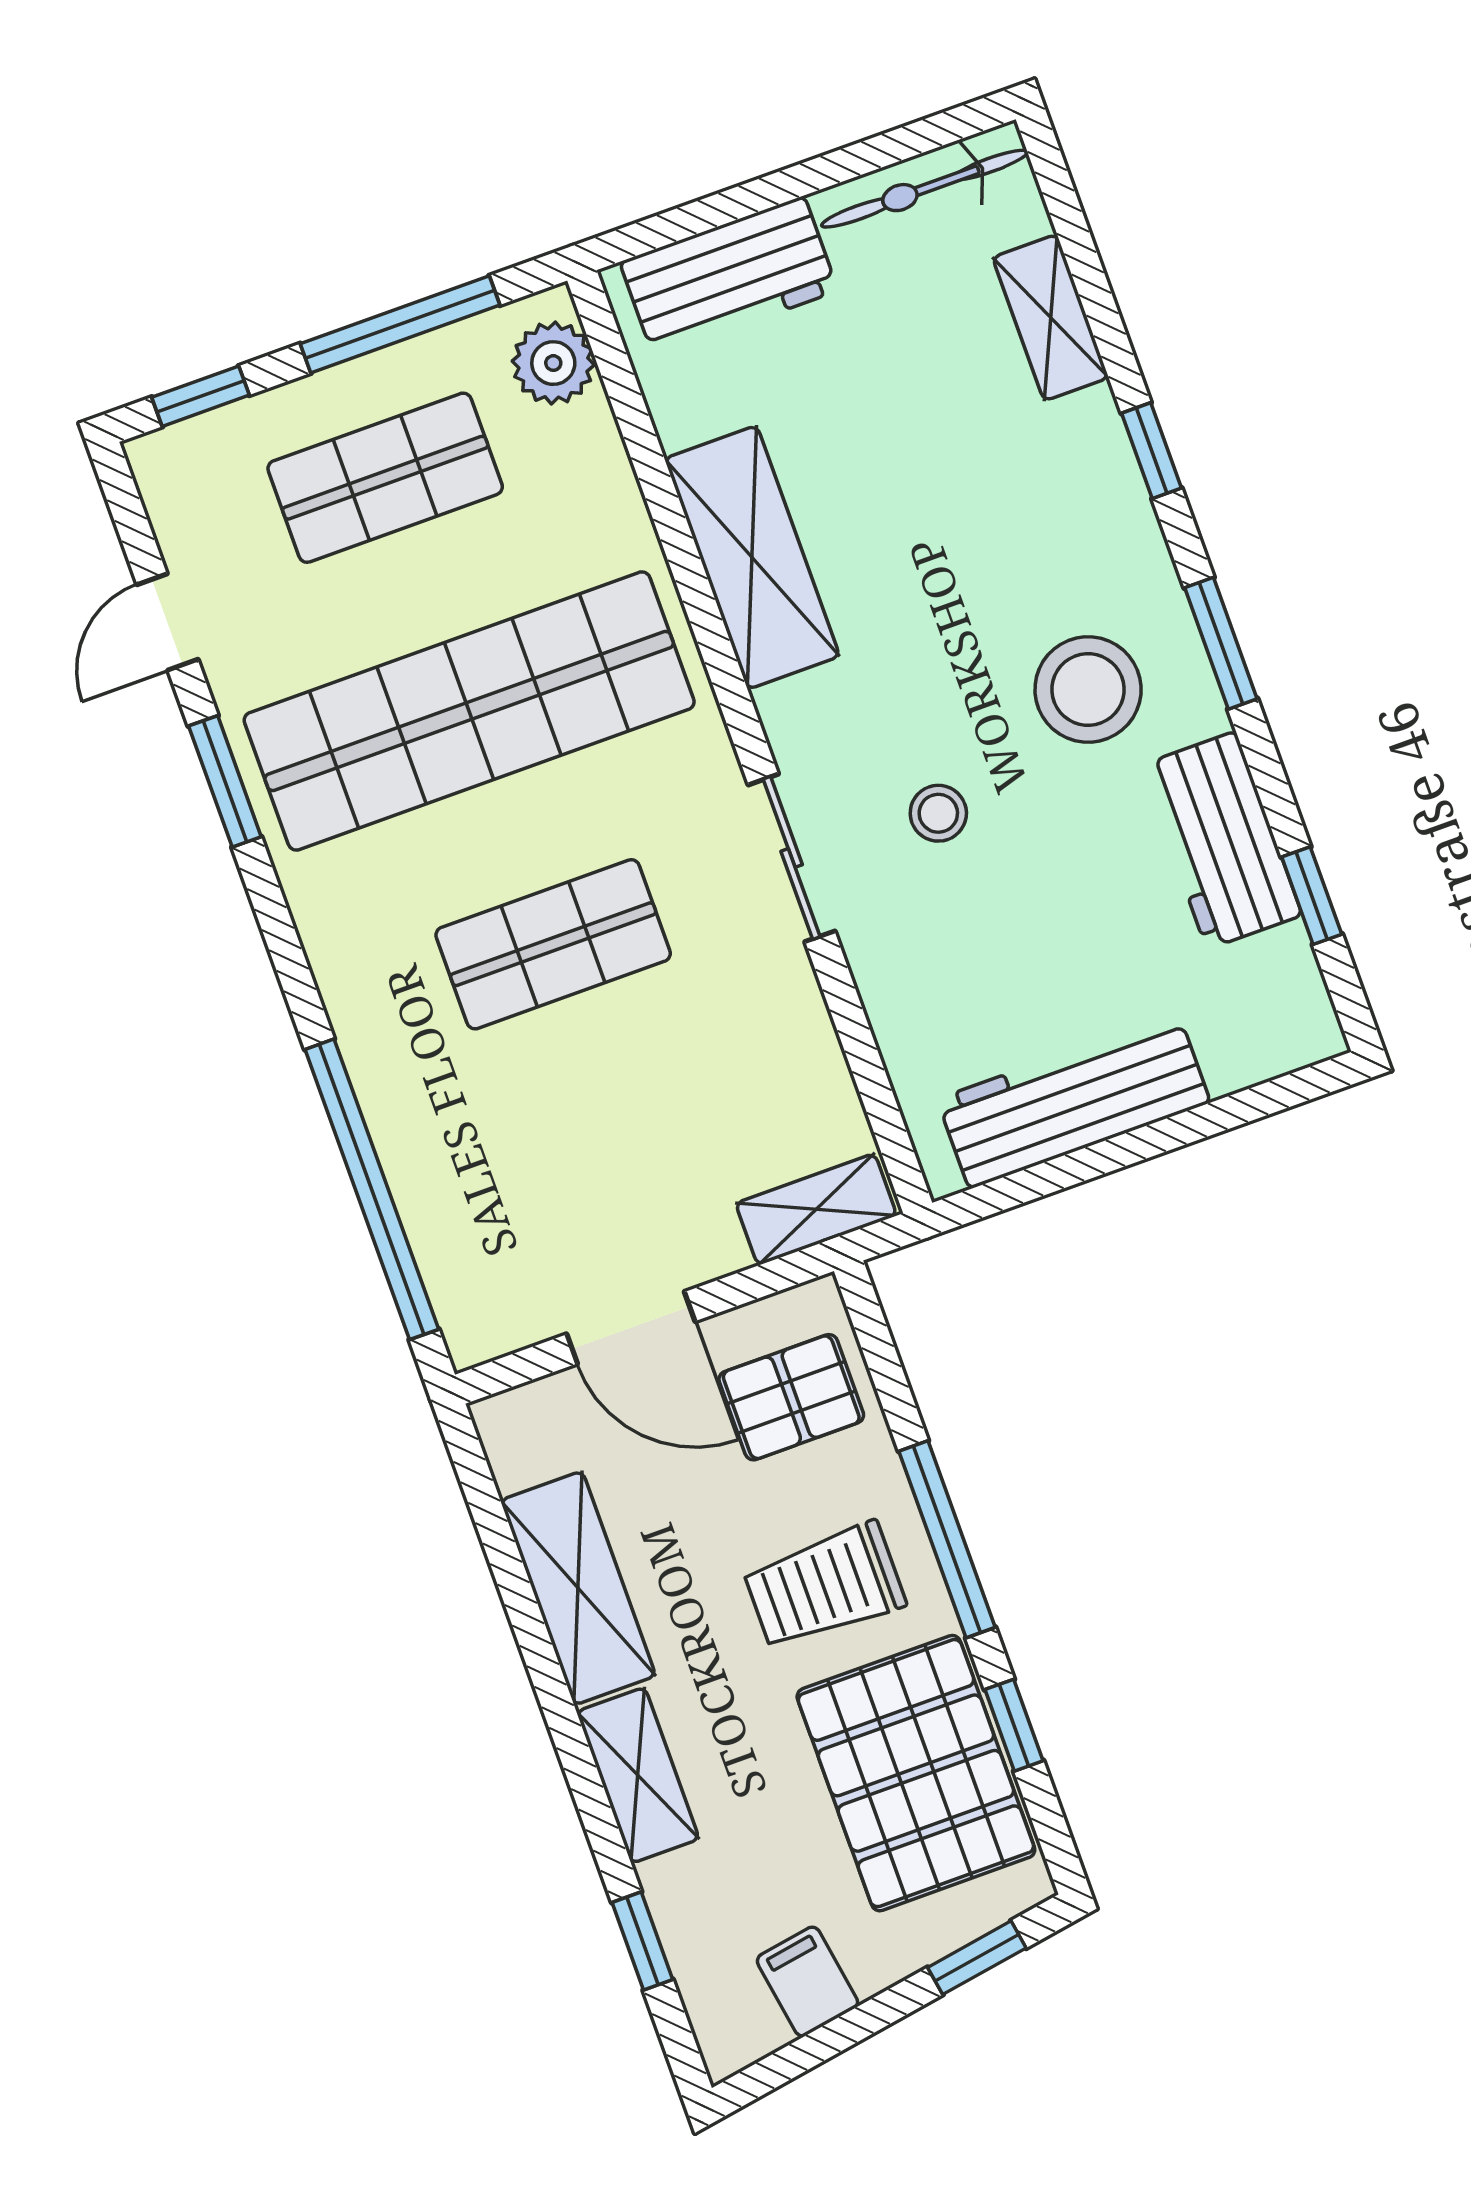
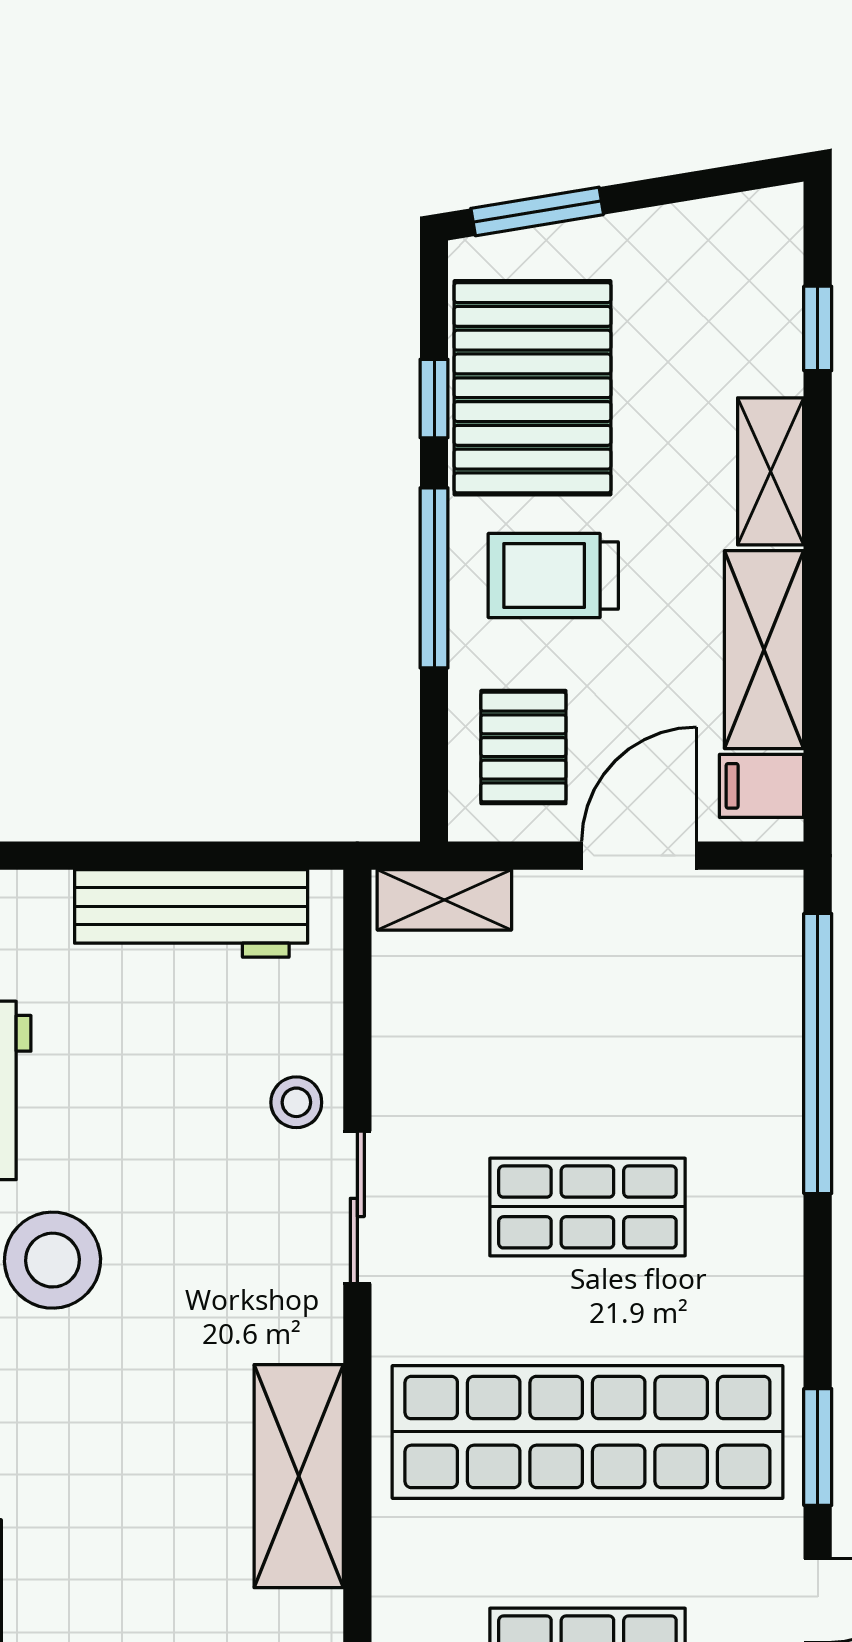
stool: (938, 813) -> (296, 1102), moved
door: (631, 1328) -> (639, 856), hinge flipped
pallet: (791, 1397) -> (523, 747), turned 90
trolley: (824, 1586) -> (553, 575), turned 180
window: (977, 1958) -> (537, 211), width x1.50
filing cabinet: (807, 1982) -> (762, 786), moved, turned 99

